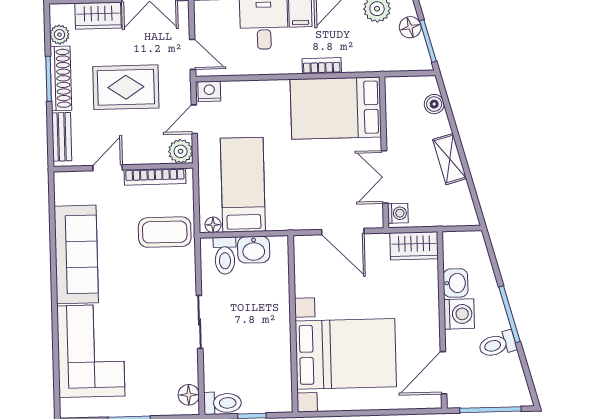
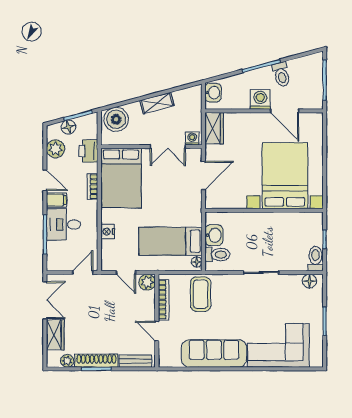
printer: (375, 58) -> (88, 151), added
rug: (126, 87) -> (103, 317), removed
nightstand: (209, 91) -> (108, 232), moved
boiler: (434, 104) -> (116, 119), width x1.86, depth x1.86
washbasin: (456, 283) -> (213, 93), moved, turned 90
door: (443, 373) -> (285, 111), moved

